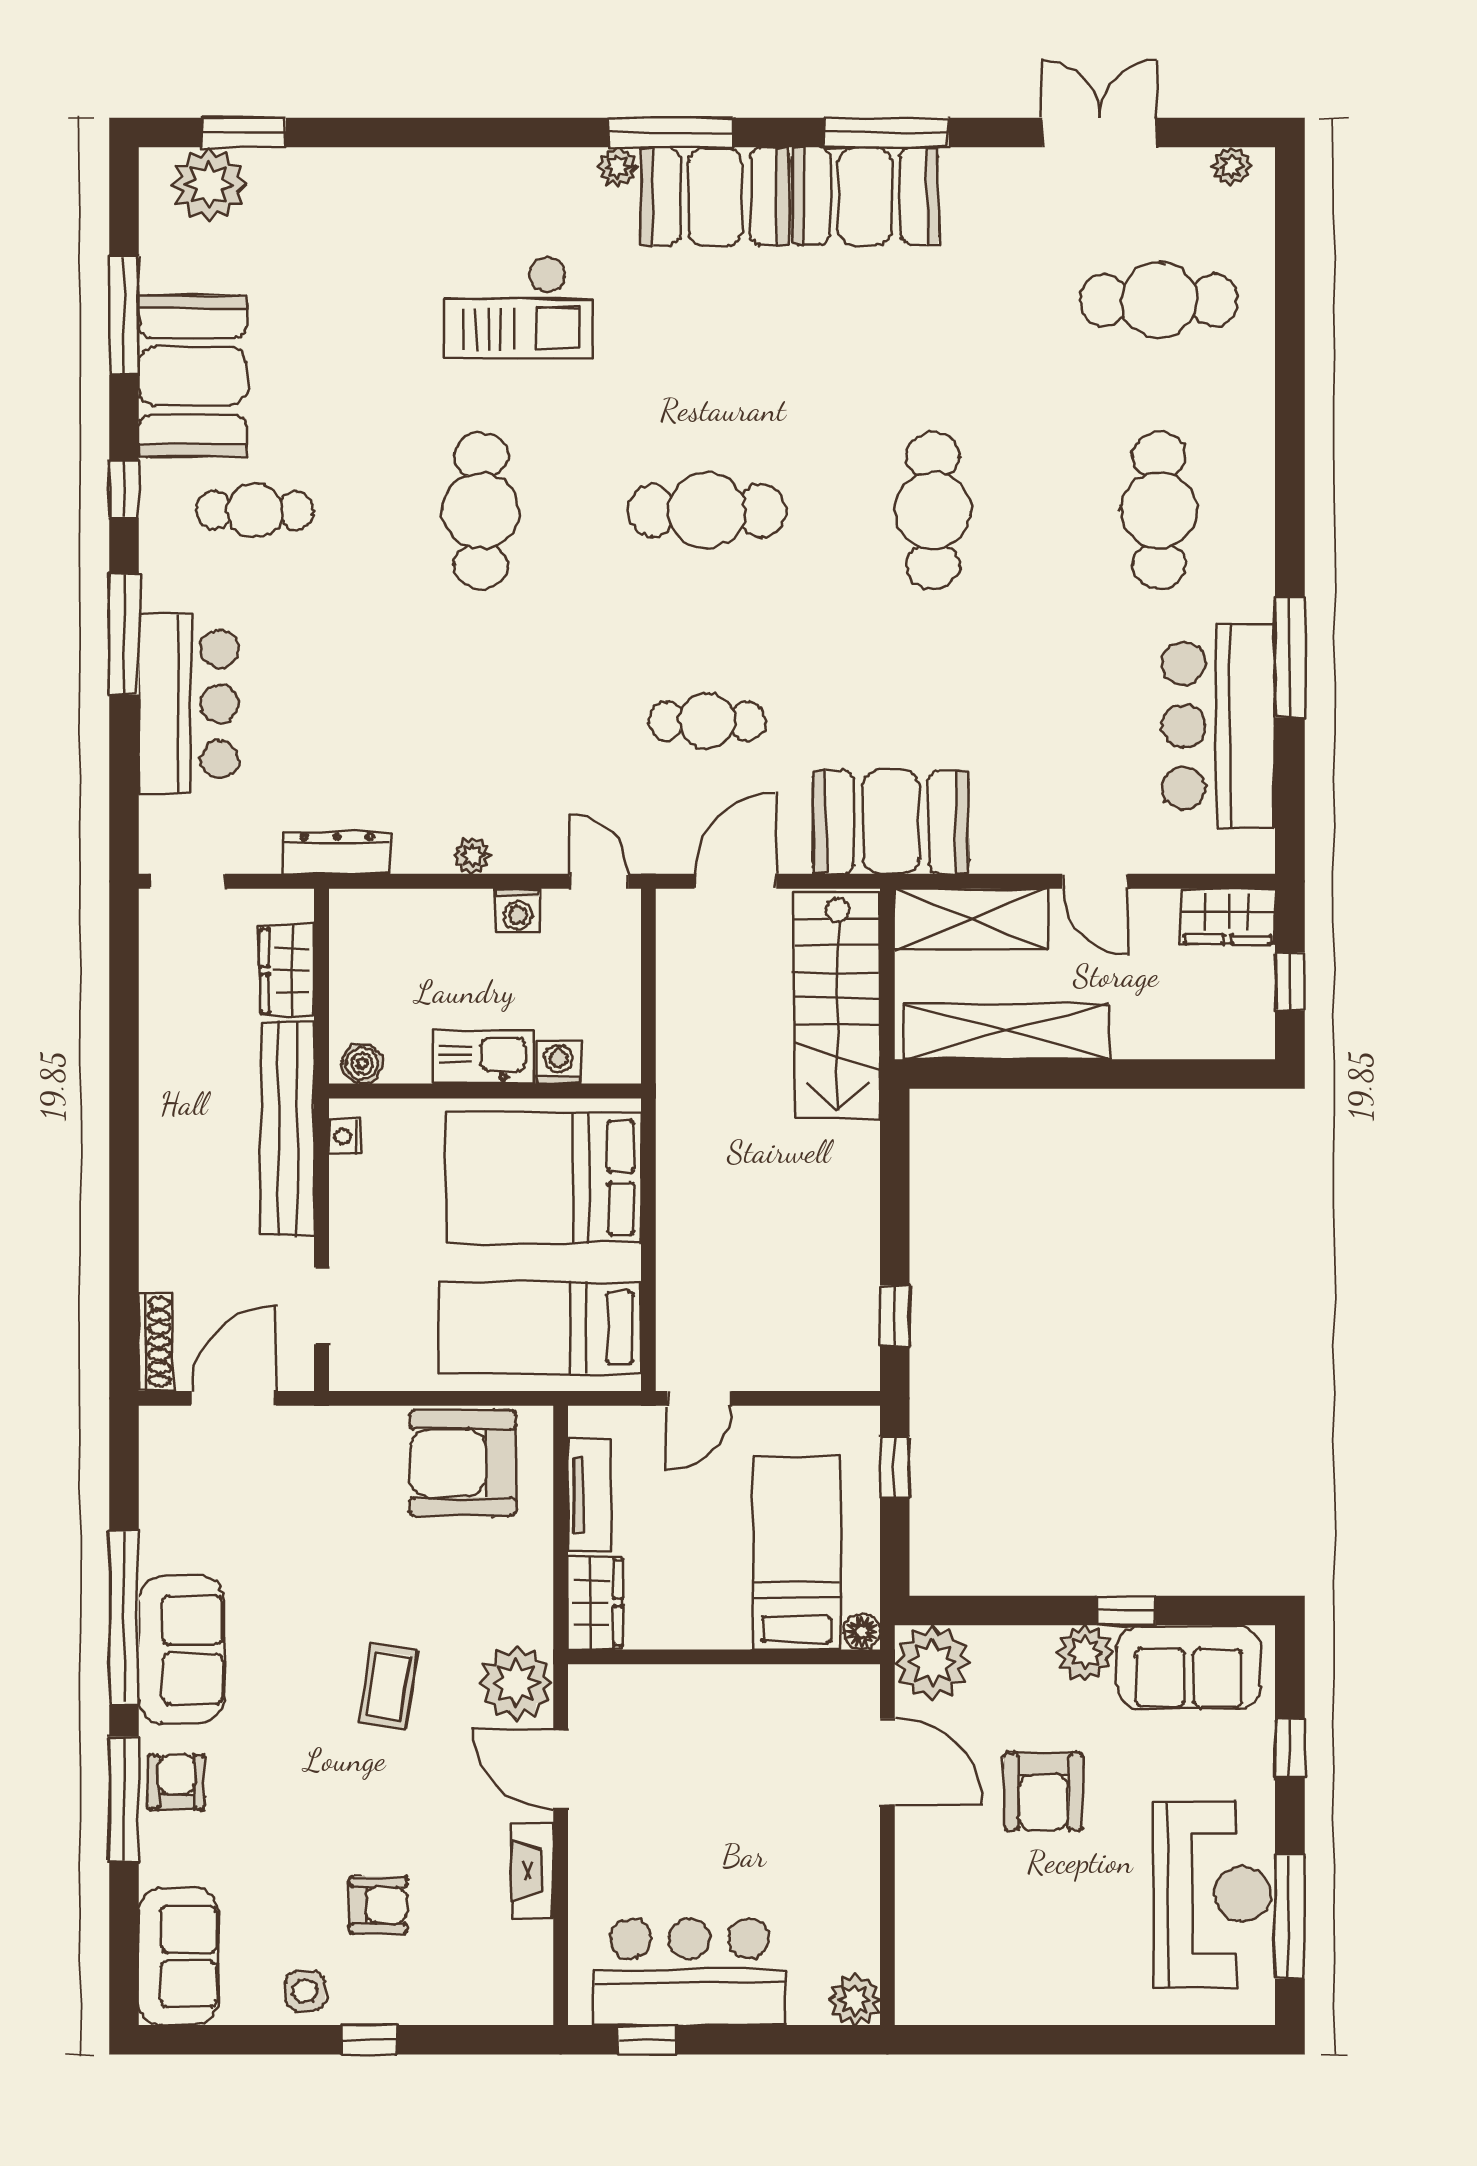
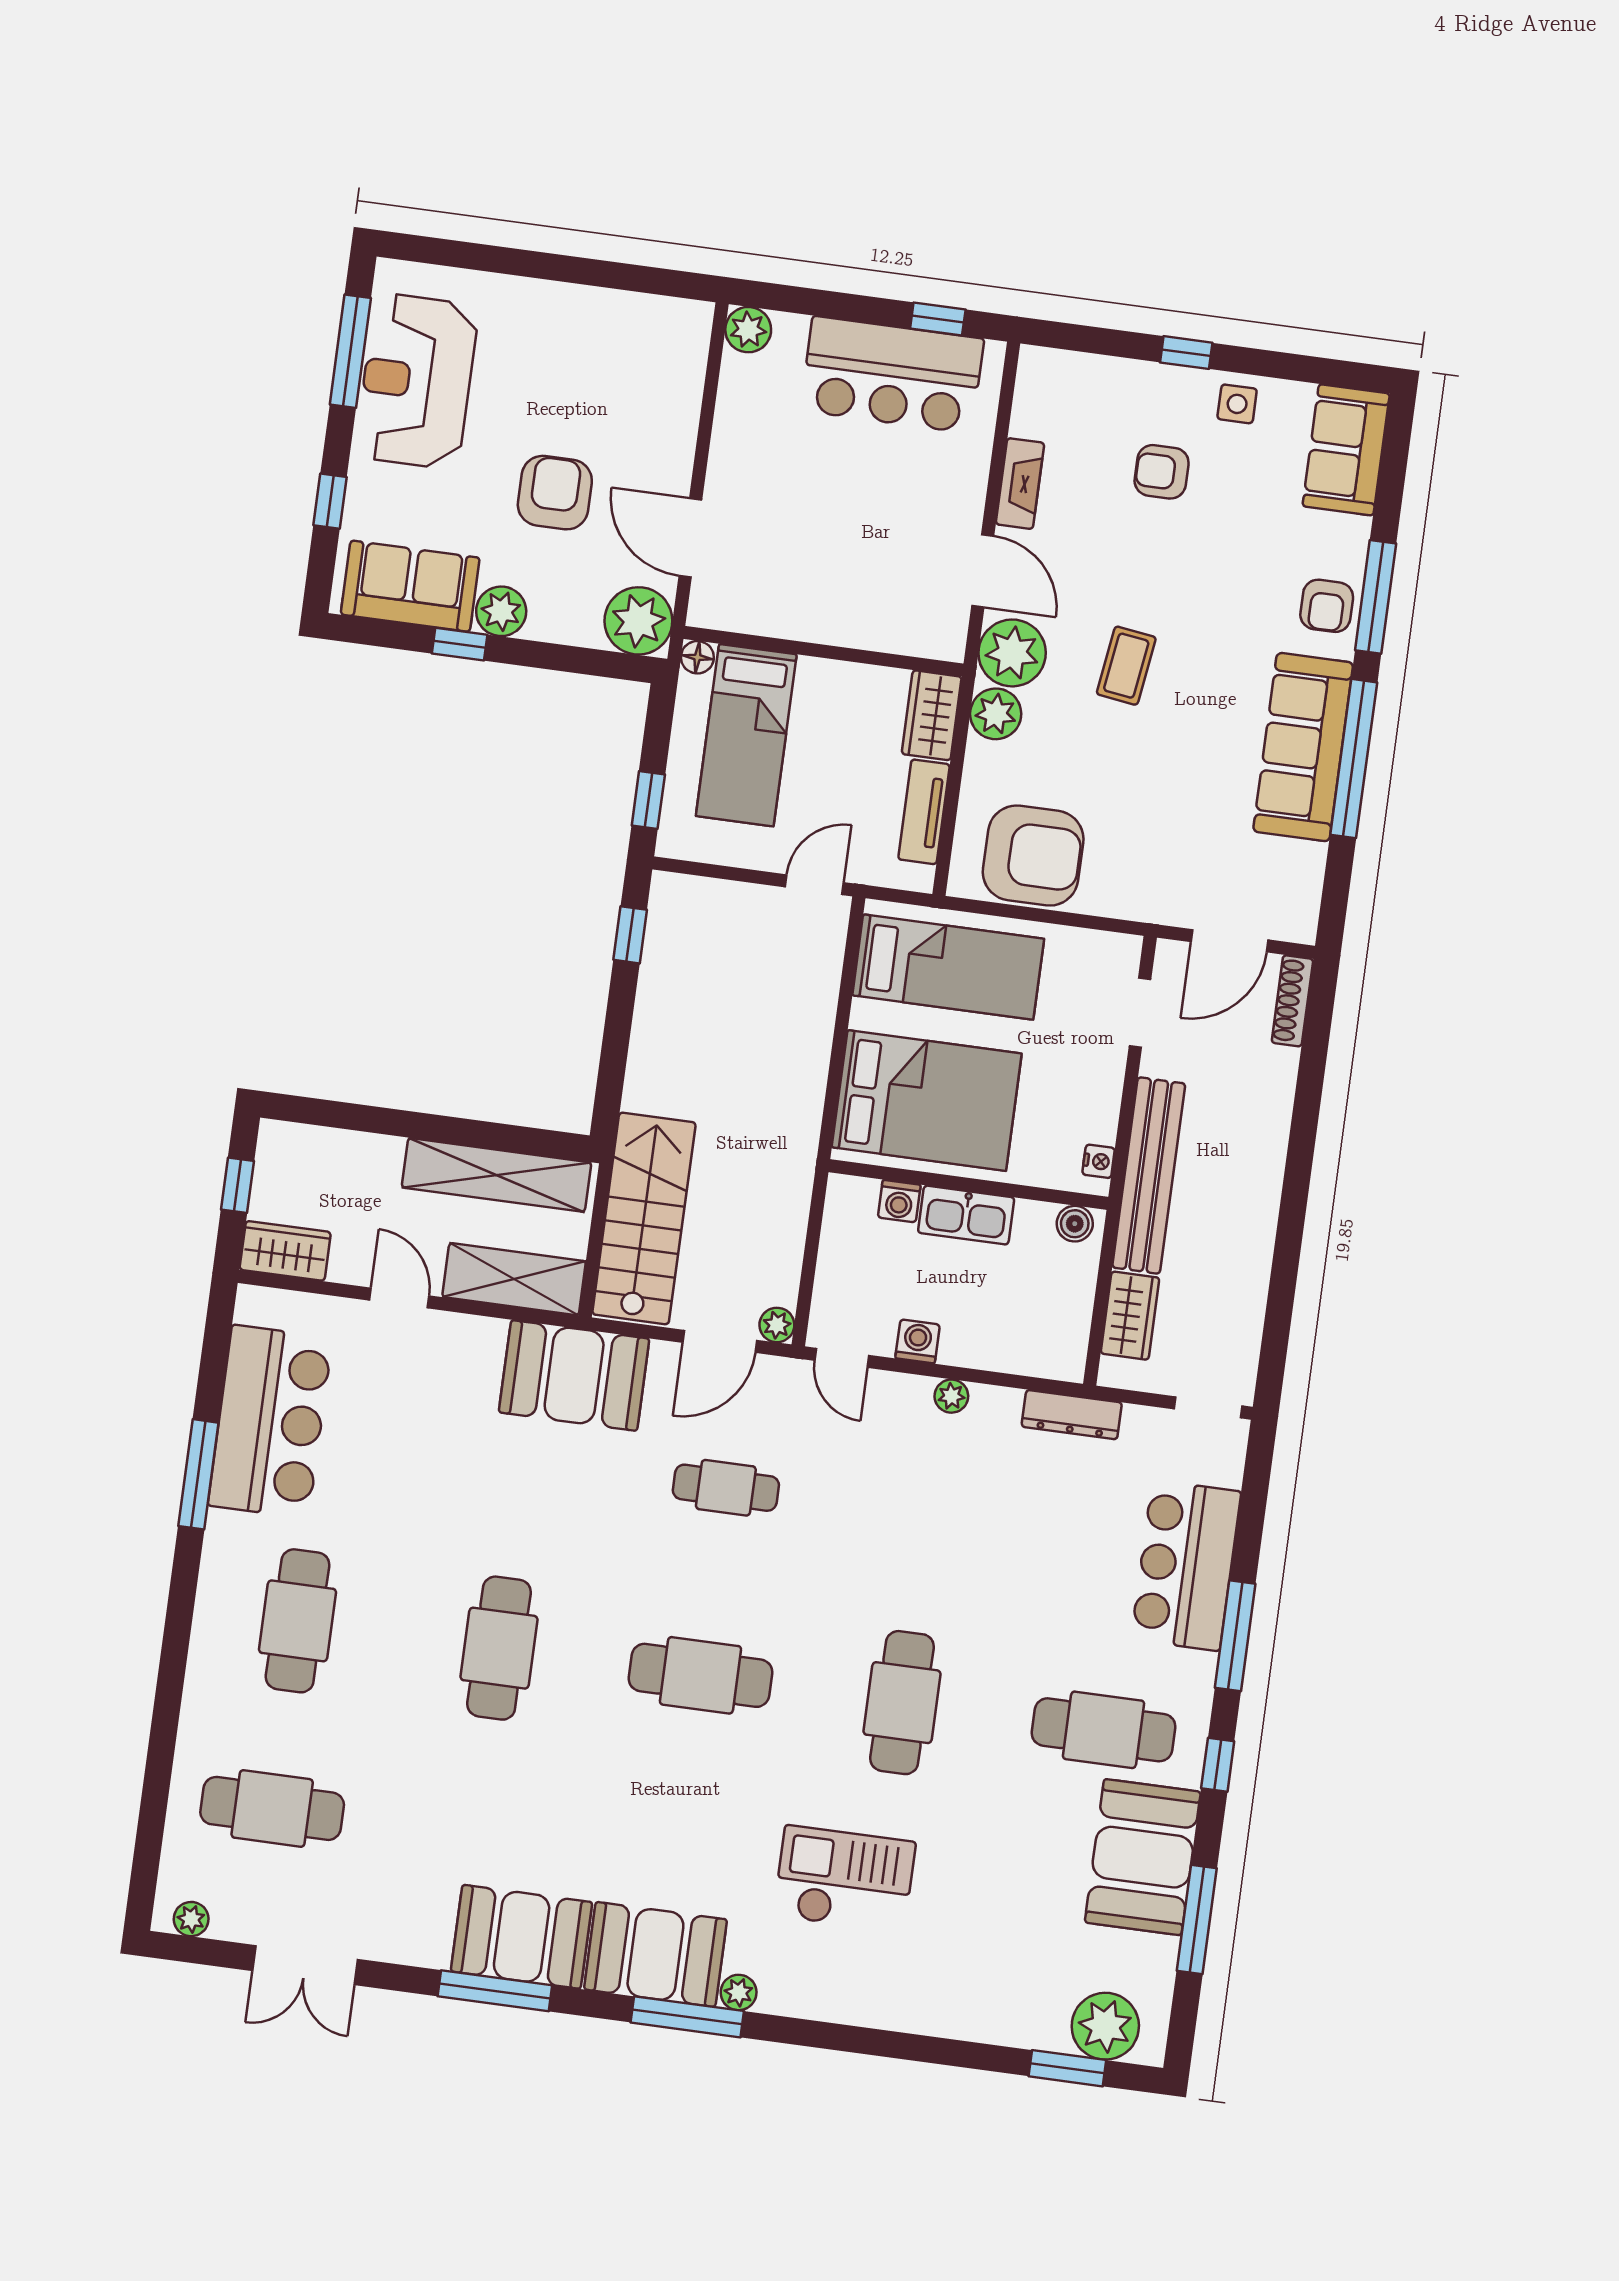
cafe table: (255, 511) -> (1103, 1730), width x1.37, depth x1.35
plant: (675, 908) -> (777, 1325), added
plant: (525, 1614) -> (996, 714), added
sofa: (181, 1649) -> (1303, 747), width x1.36

